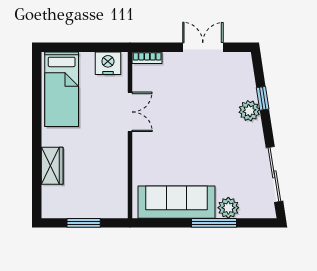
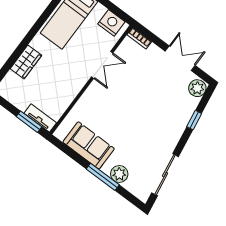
plant: (249, 111) -> (197, 88), moved
sofa: (177, 202) -> (89, 145), width x0.73
tv unit: (108, 211) -> (40, 118), added
window: (84, 223) -> (29, 122), moved

